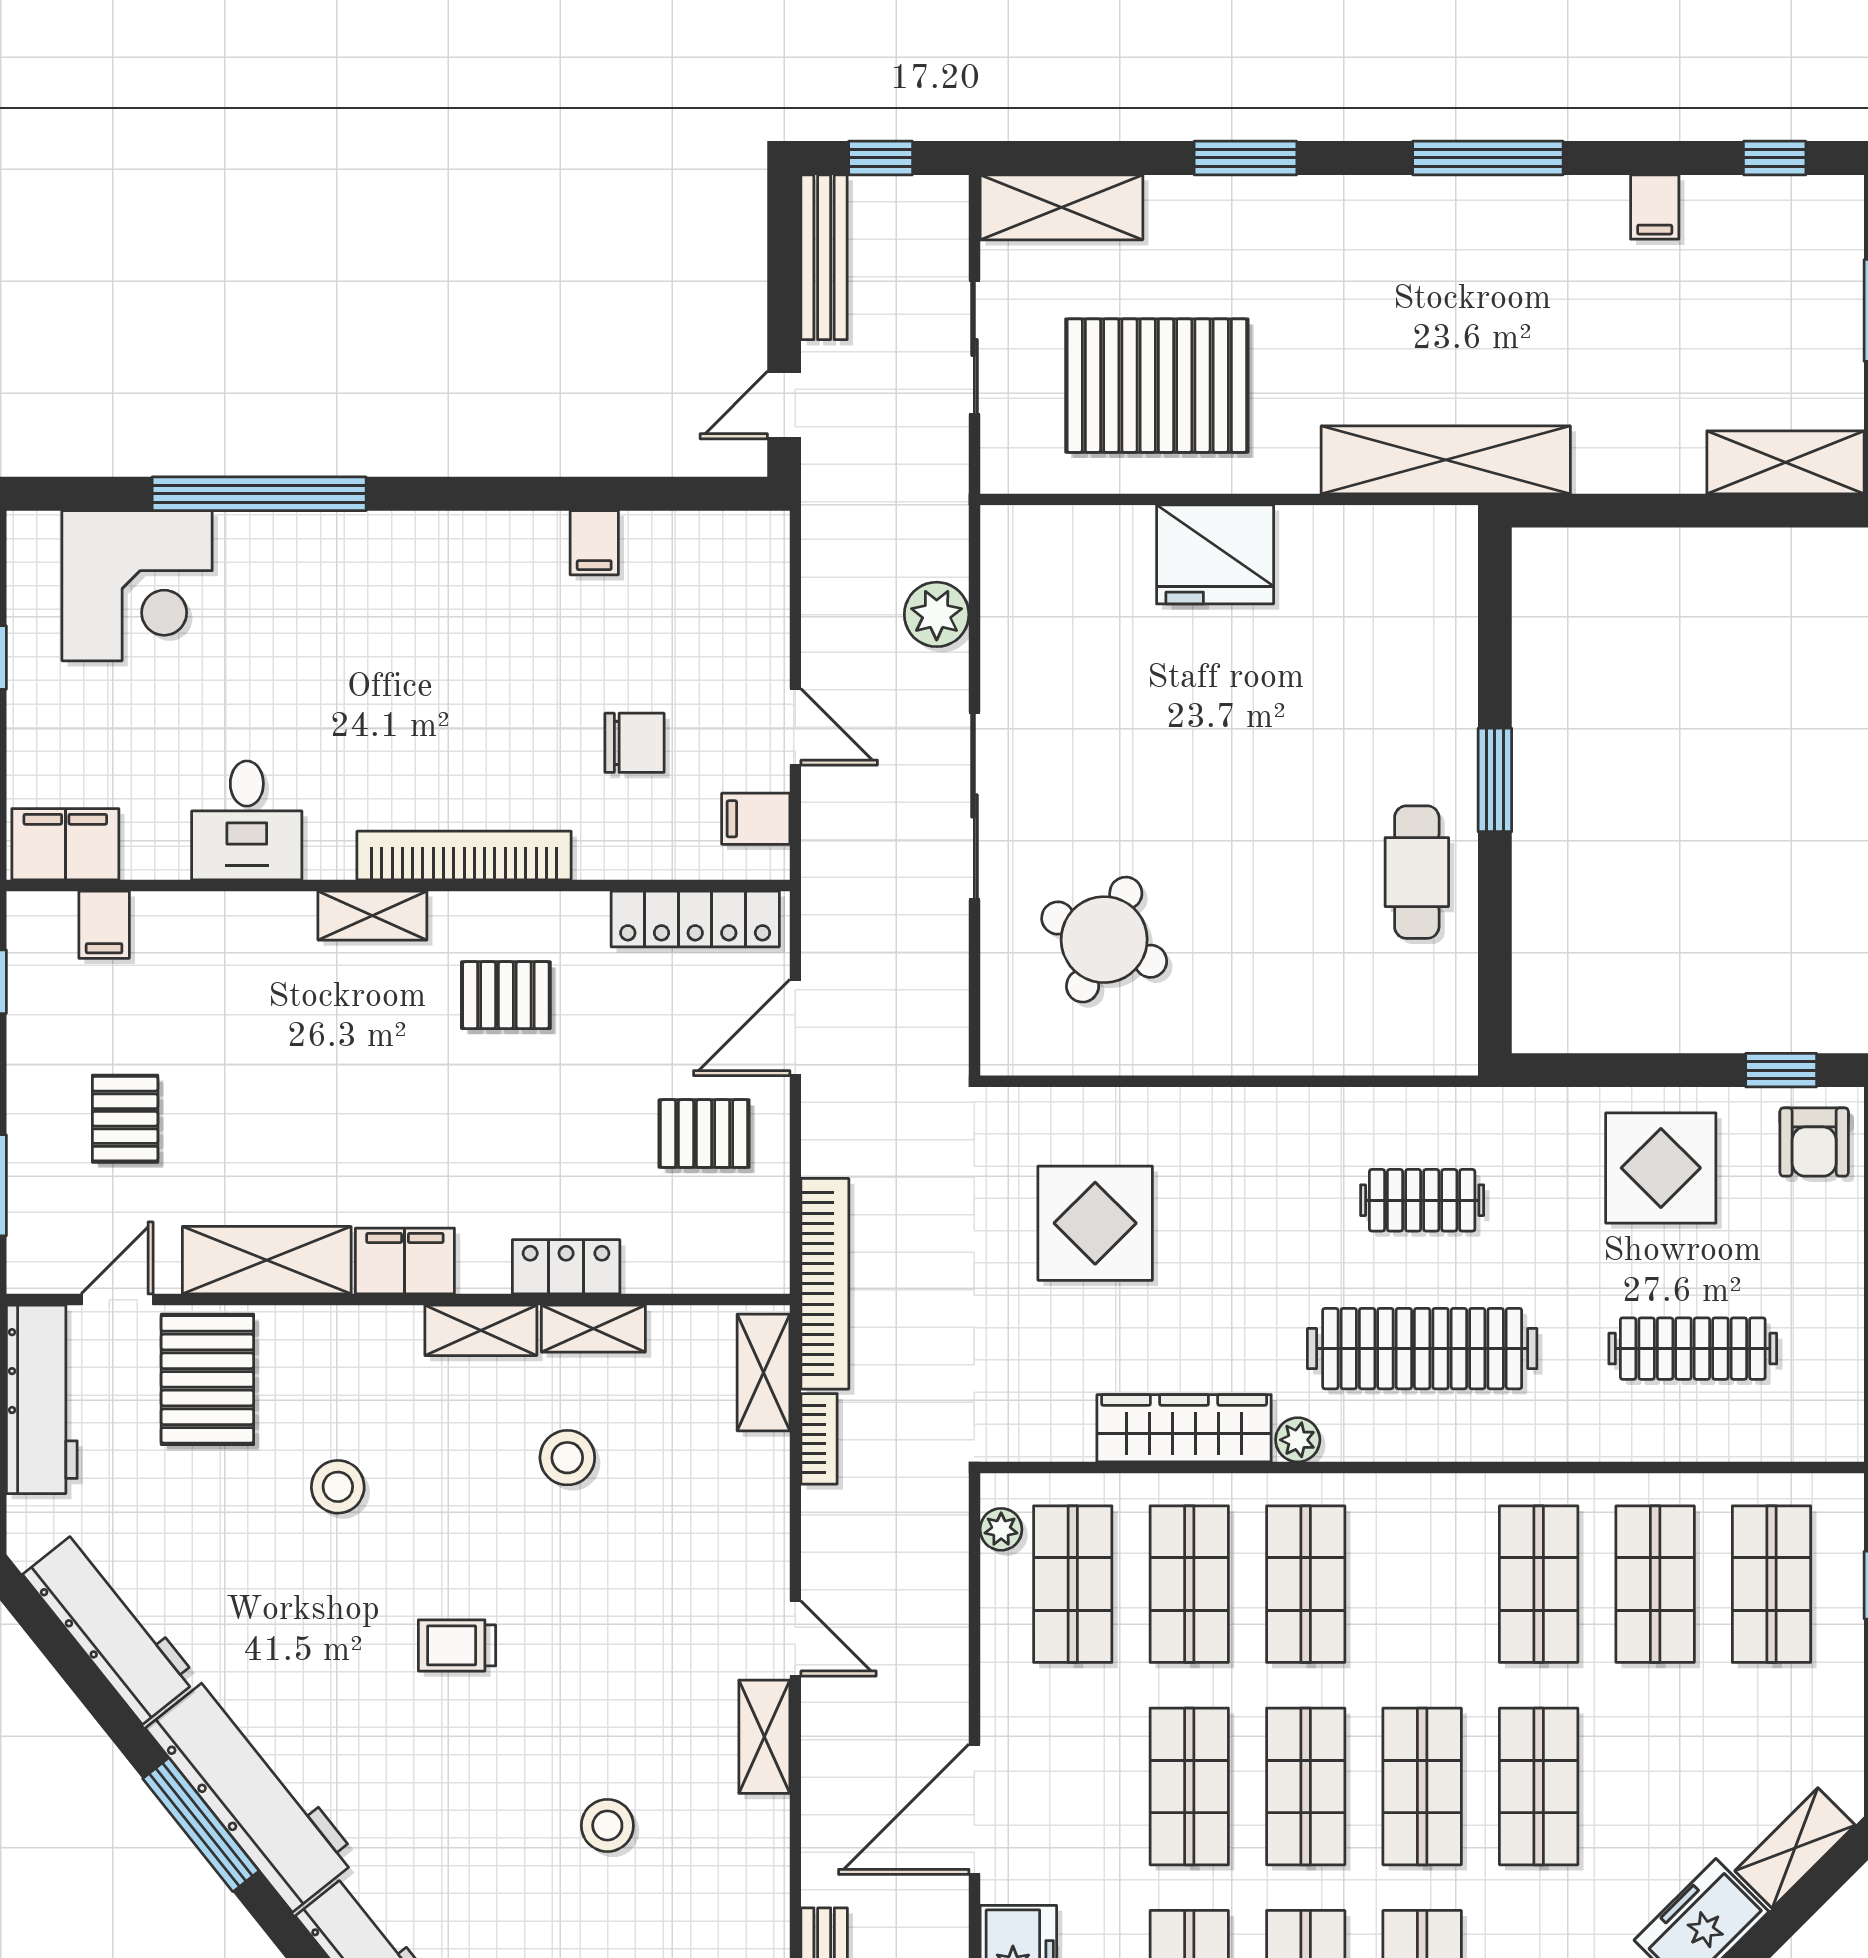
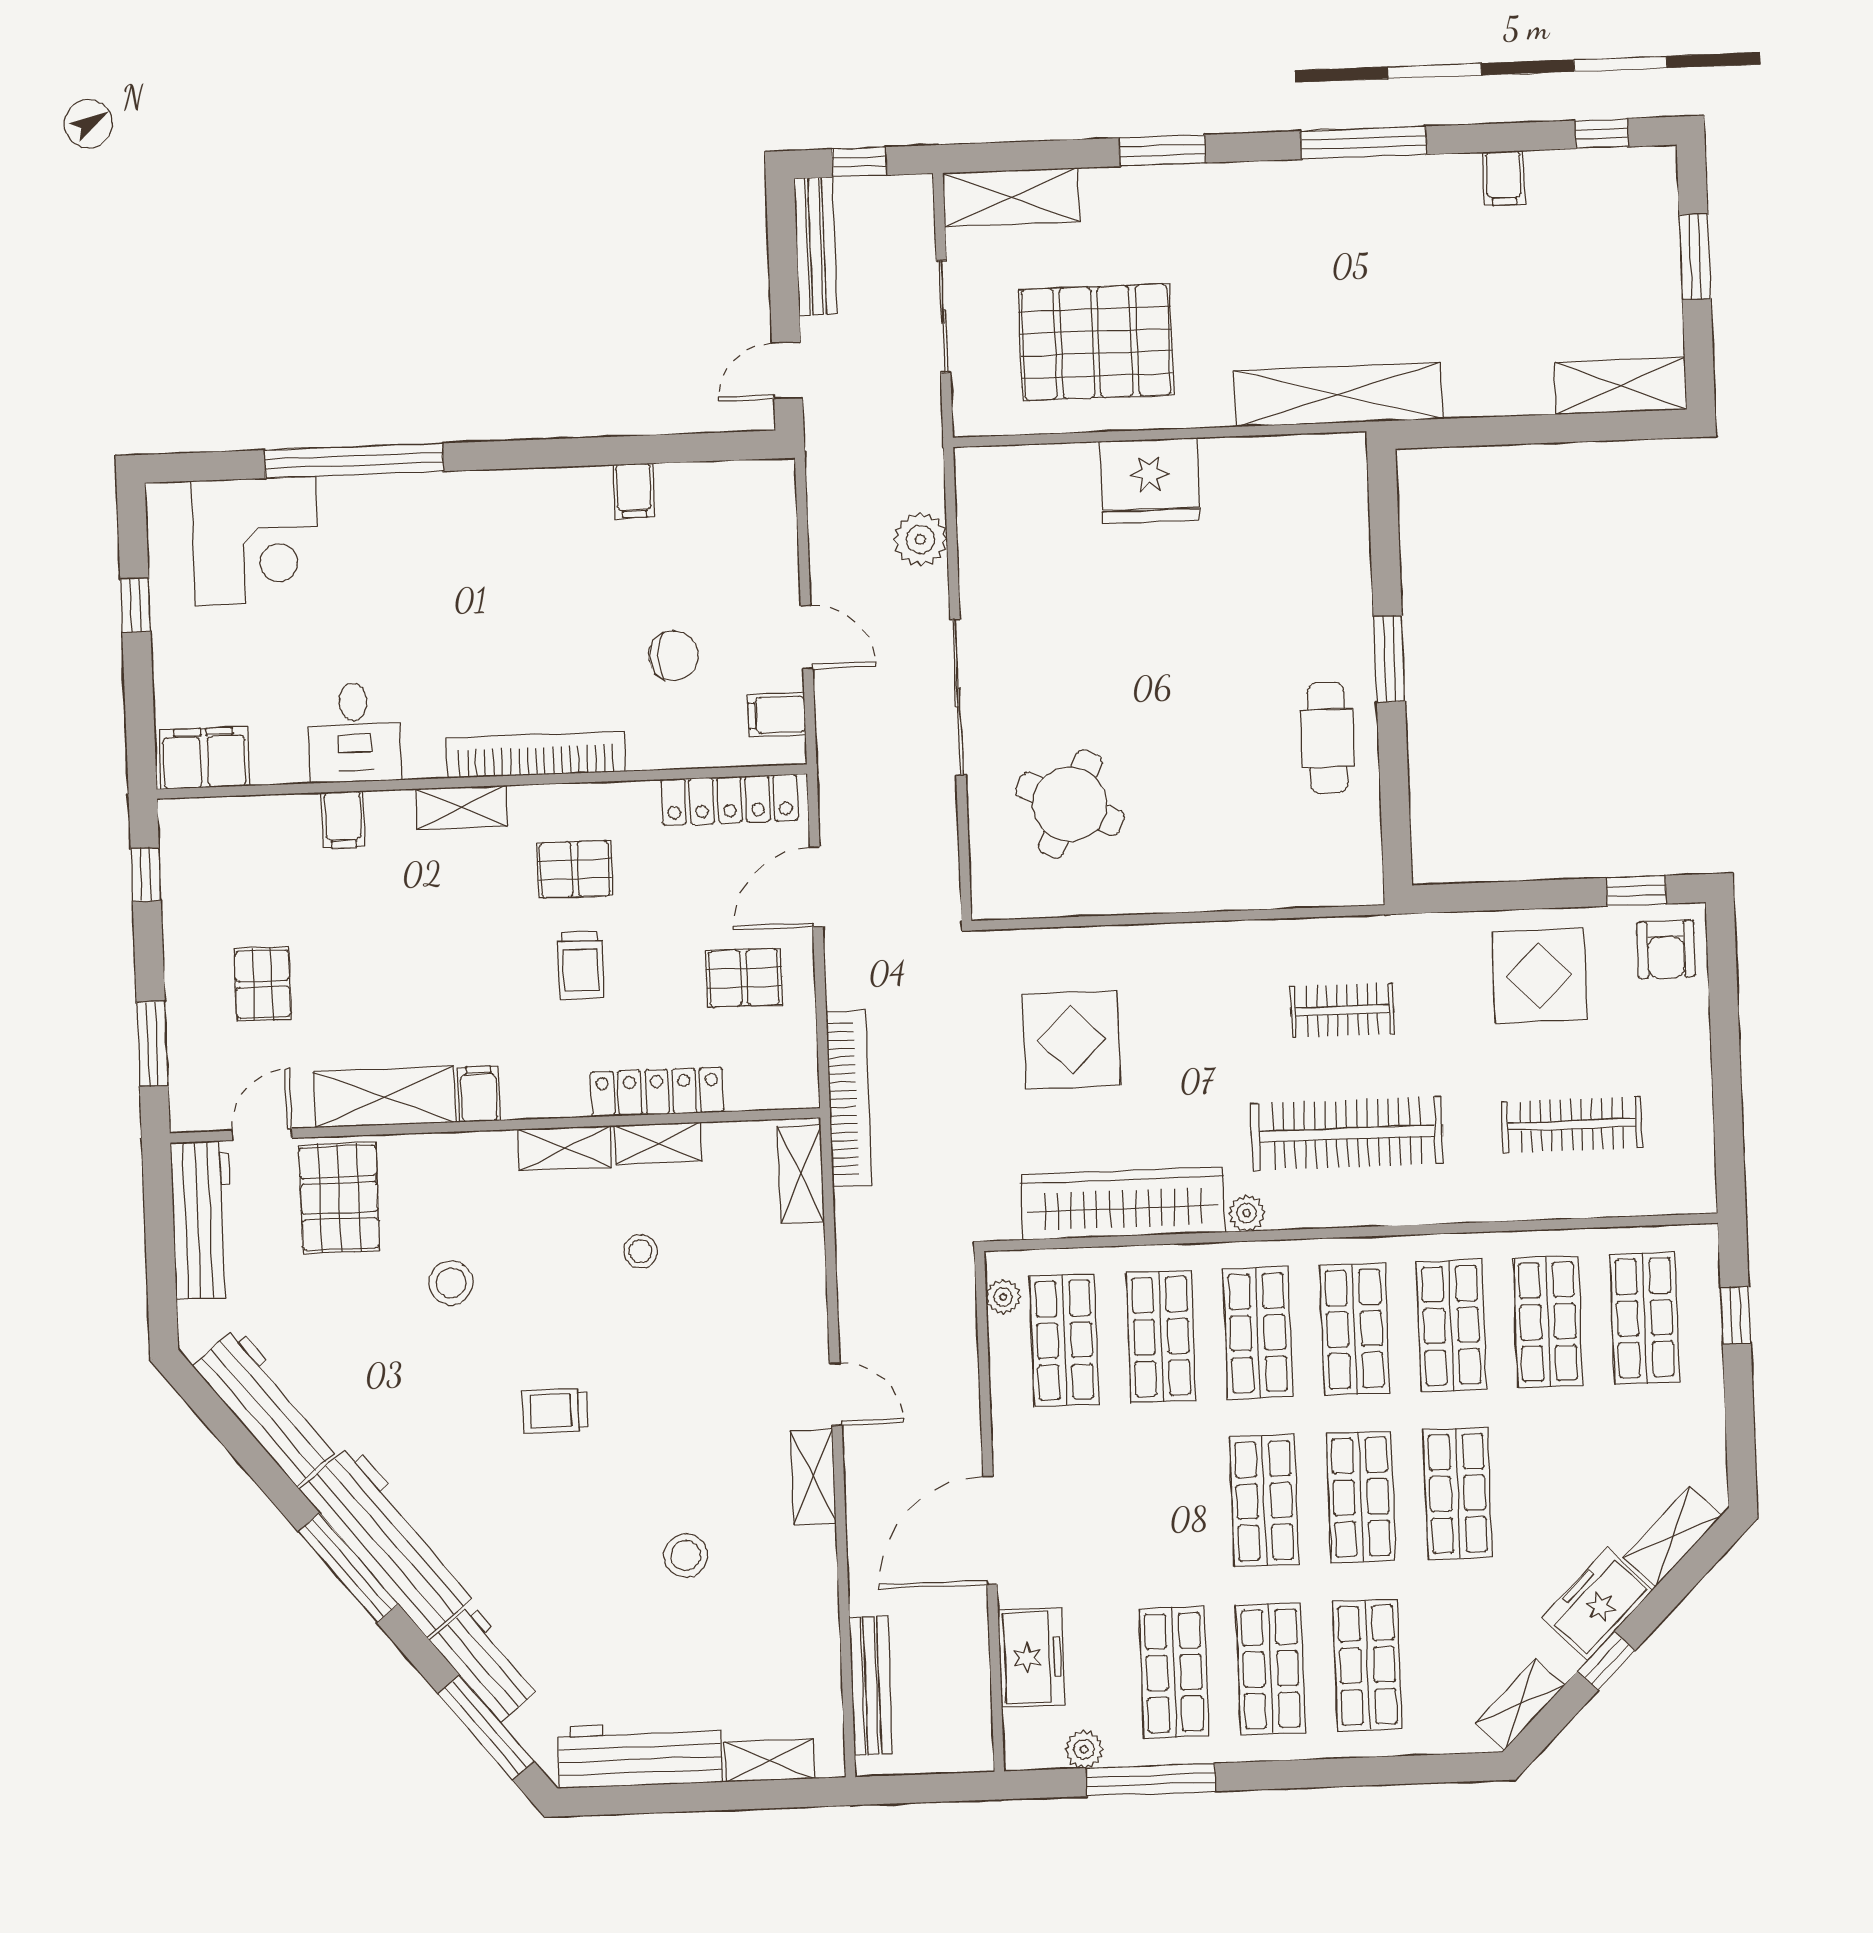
filing cabinet: (104, 925) -> (343, 820), moved
trolley: (508, 1111) -> (581, 965), added
filing cabinet: (405, 1261) -> (479, 1094), width x0.50
locker: (566, 1267) -> (657, 1092), width x1.53
wardrobe: (1184, 1428) -> (1123, 1203), width x1.40, depth x1.17
bookcase: (819, 1439) -> (849, 1228), removed
stool: (567, 1458) -> (641, 1251), width x0.73, depth x0.73
shop shelf: (1189, 1786) -> (1355, 1329), moved

